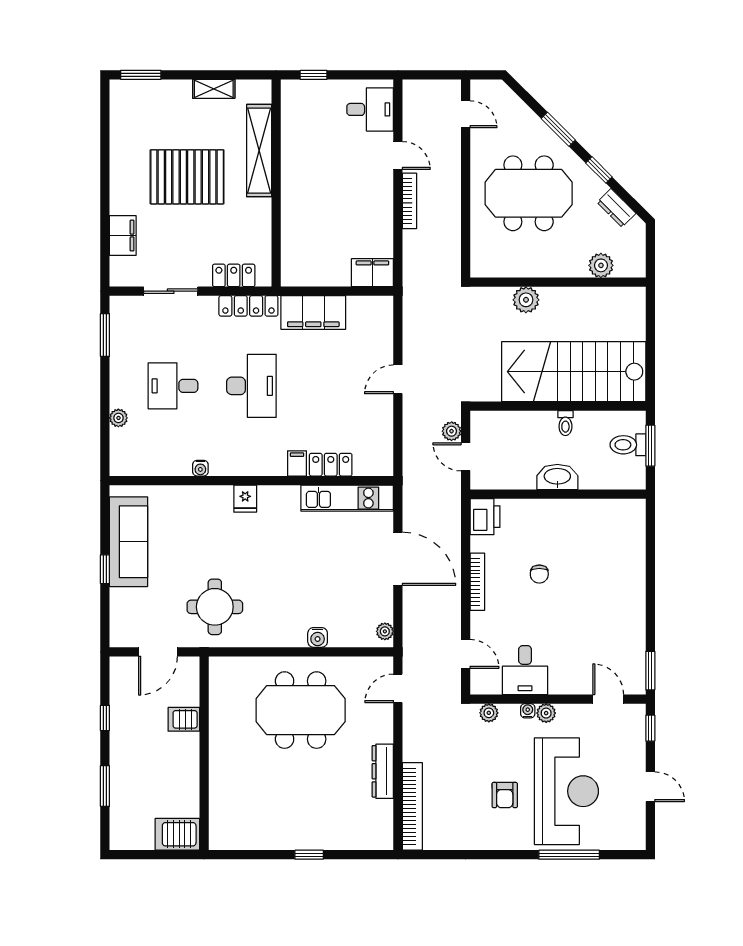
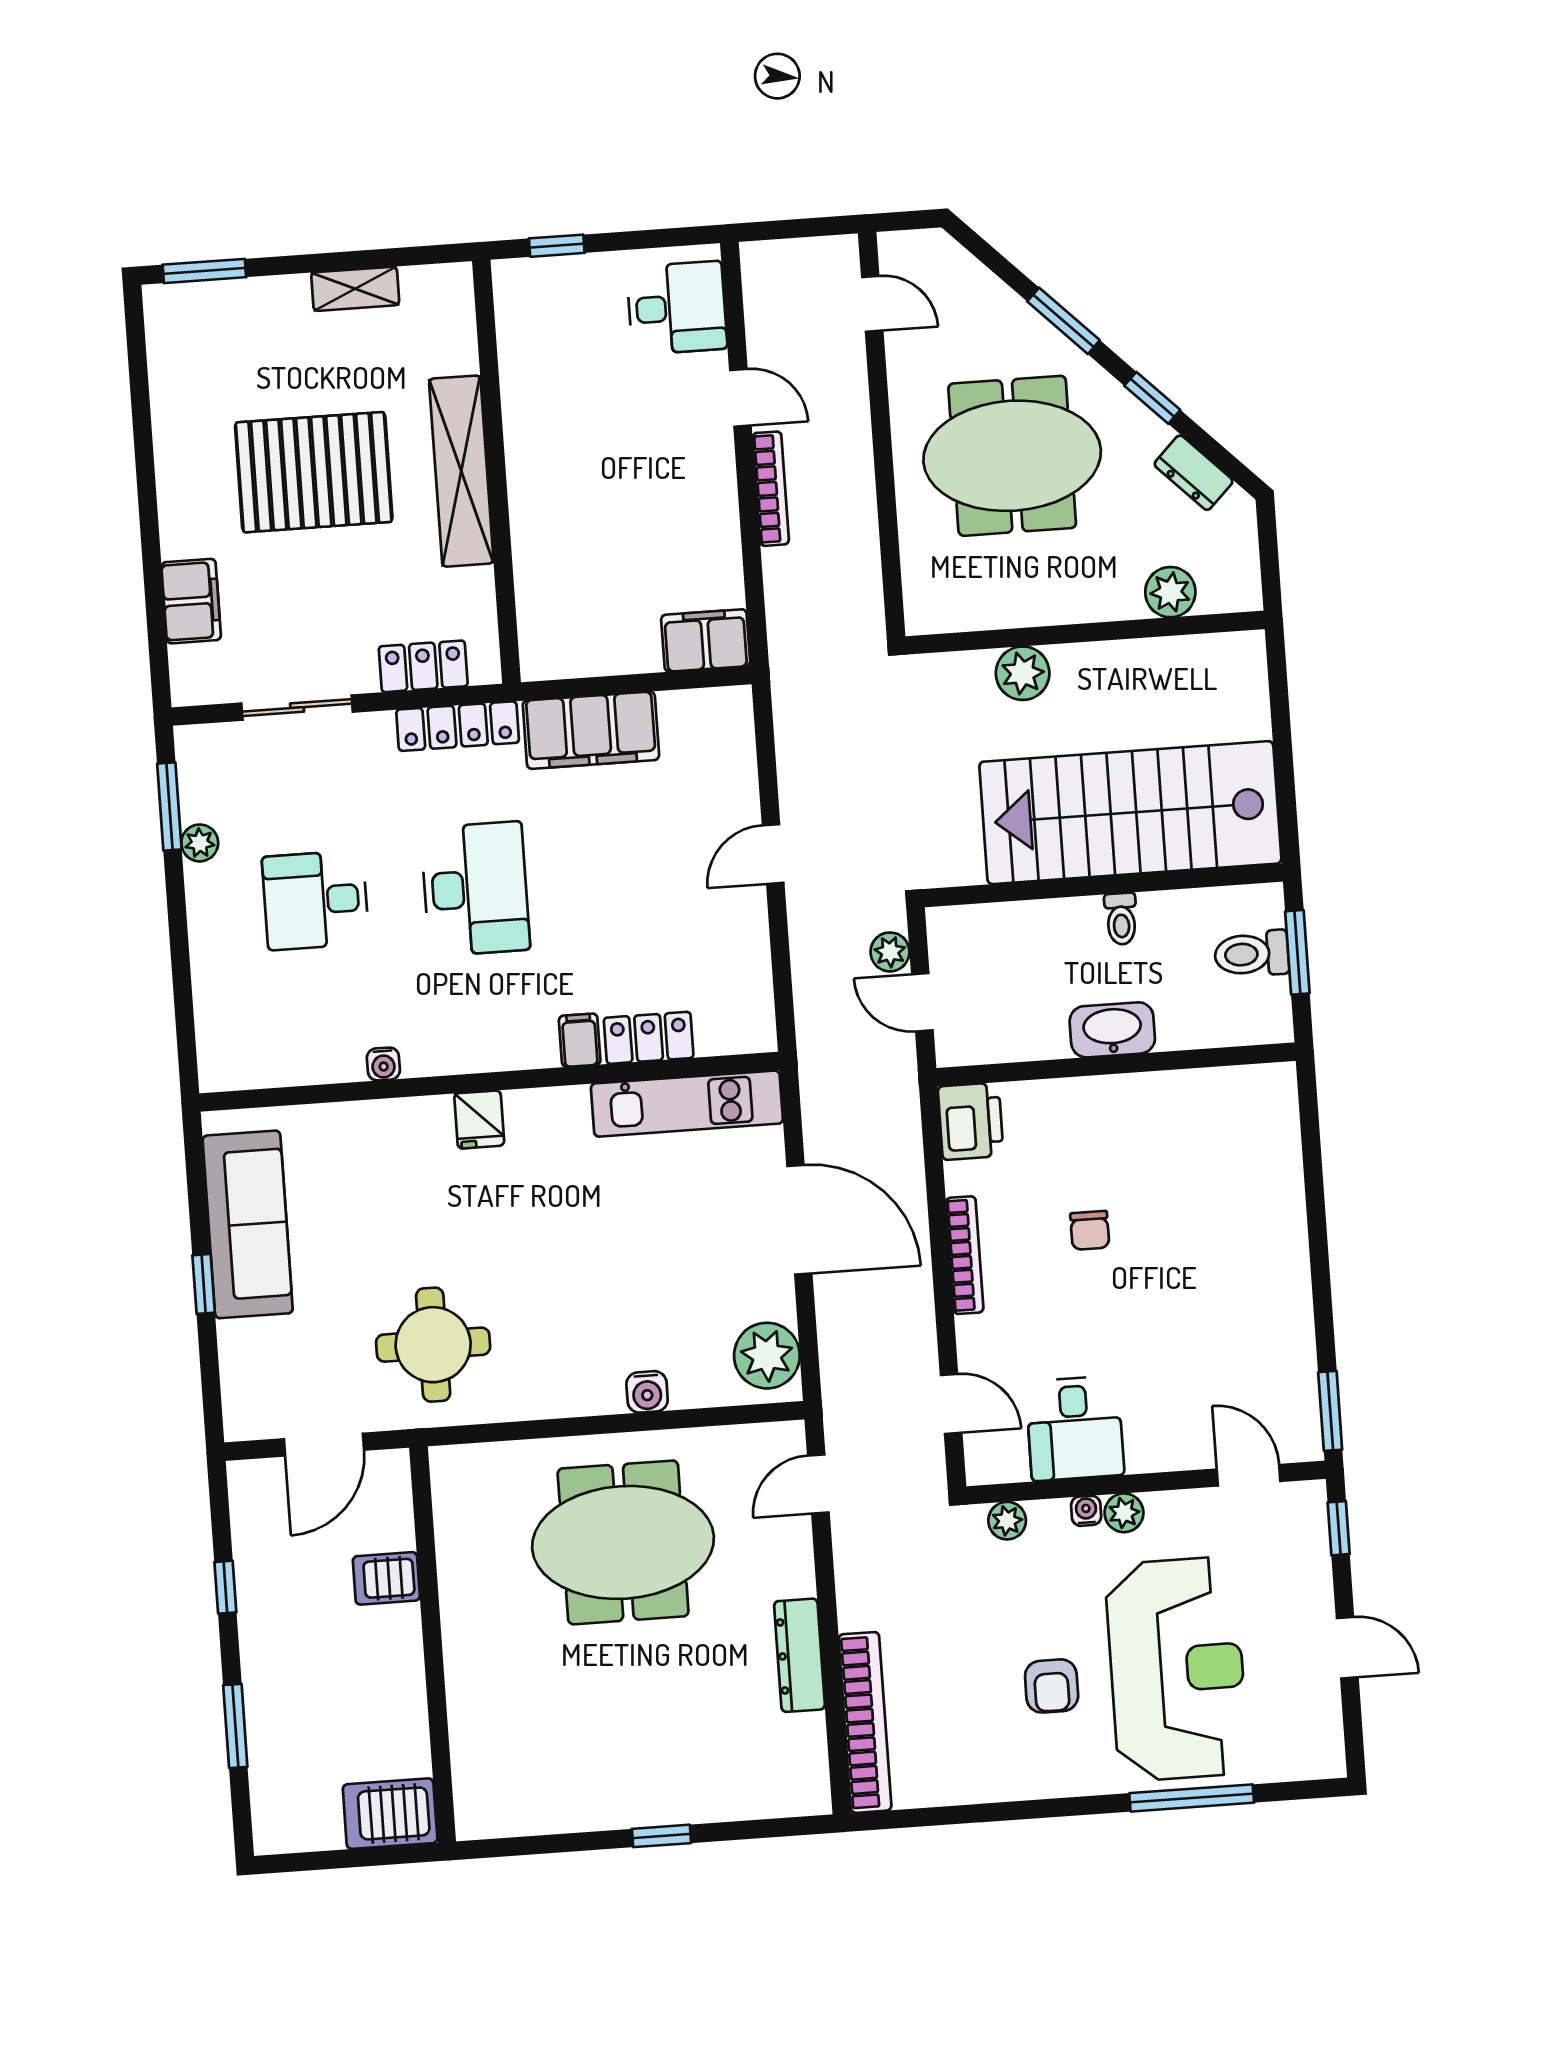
shelving: (259, 151) -> (461, 471), moved
plant: (118, 418) -> (200, 843), moved
plant: (385, 631) -> (767, 1356), width x1.87, depth x1.87

